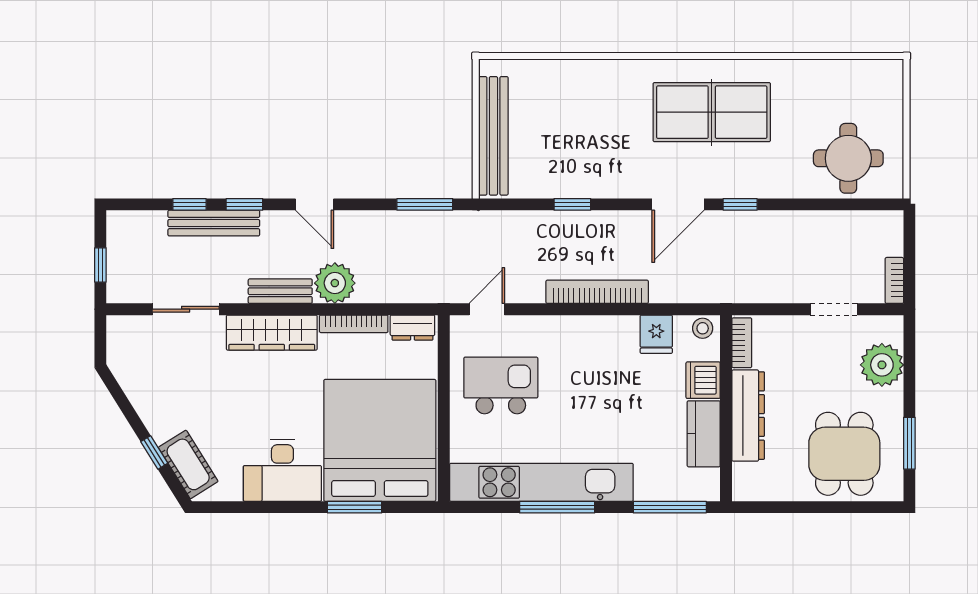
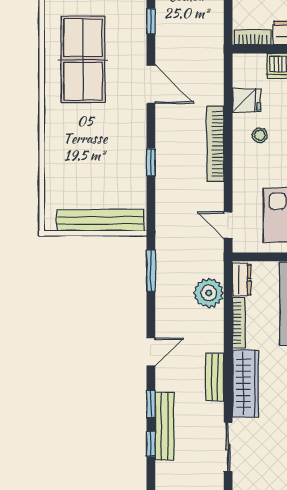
window: (740, 204) -> (151, 21), moved
plant: (335, 283) -> (209, 293), moved
stool: (703, 328) -> (260, 135), moved

